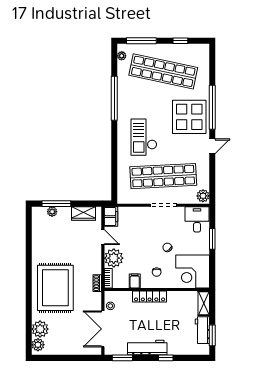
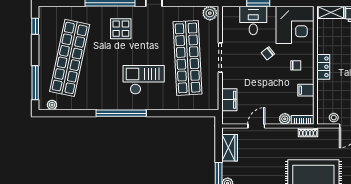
window: (180, 41) -> (35, 26), moved
window: (114, 98) -> (121, 113), moved
display table: (189, 117) -> (121, 29), width x0.54, depth x0.54
checkout: (144, 137) -> (144, 80), turned 180
filing cabinet: (111, 217) -> (229, 100), moved, turned 90
desk: (197, 219) -> (253, 20), moved, turned 90
plant: (114, 258) -> (285, 119), width x0.53, depth x0.53
locker: (150, 297) -> (323, 67), width x0.66

